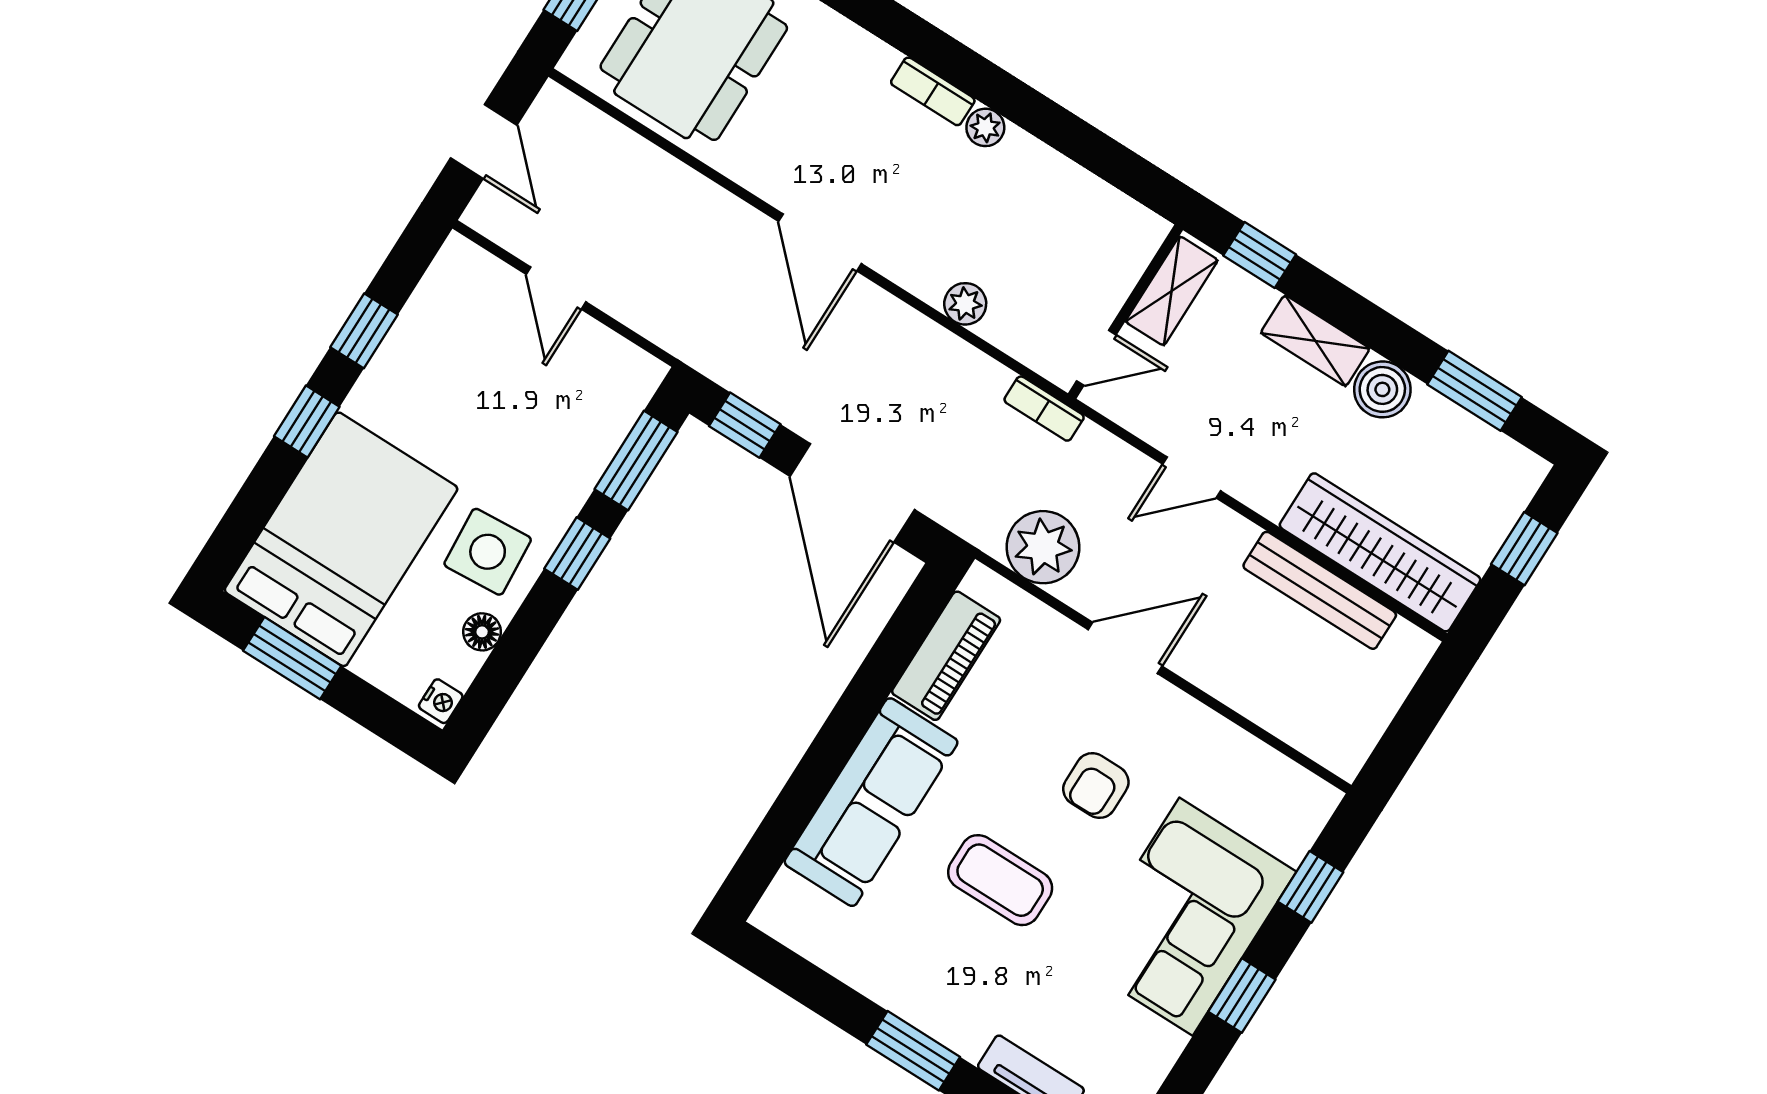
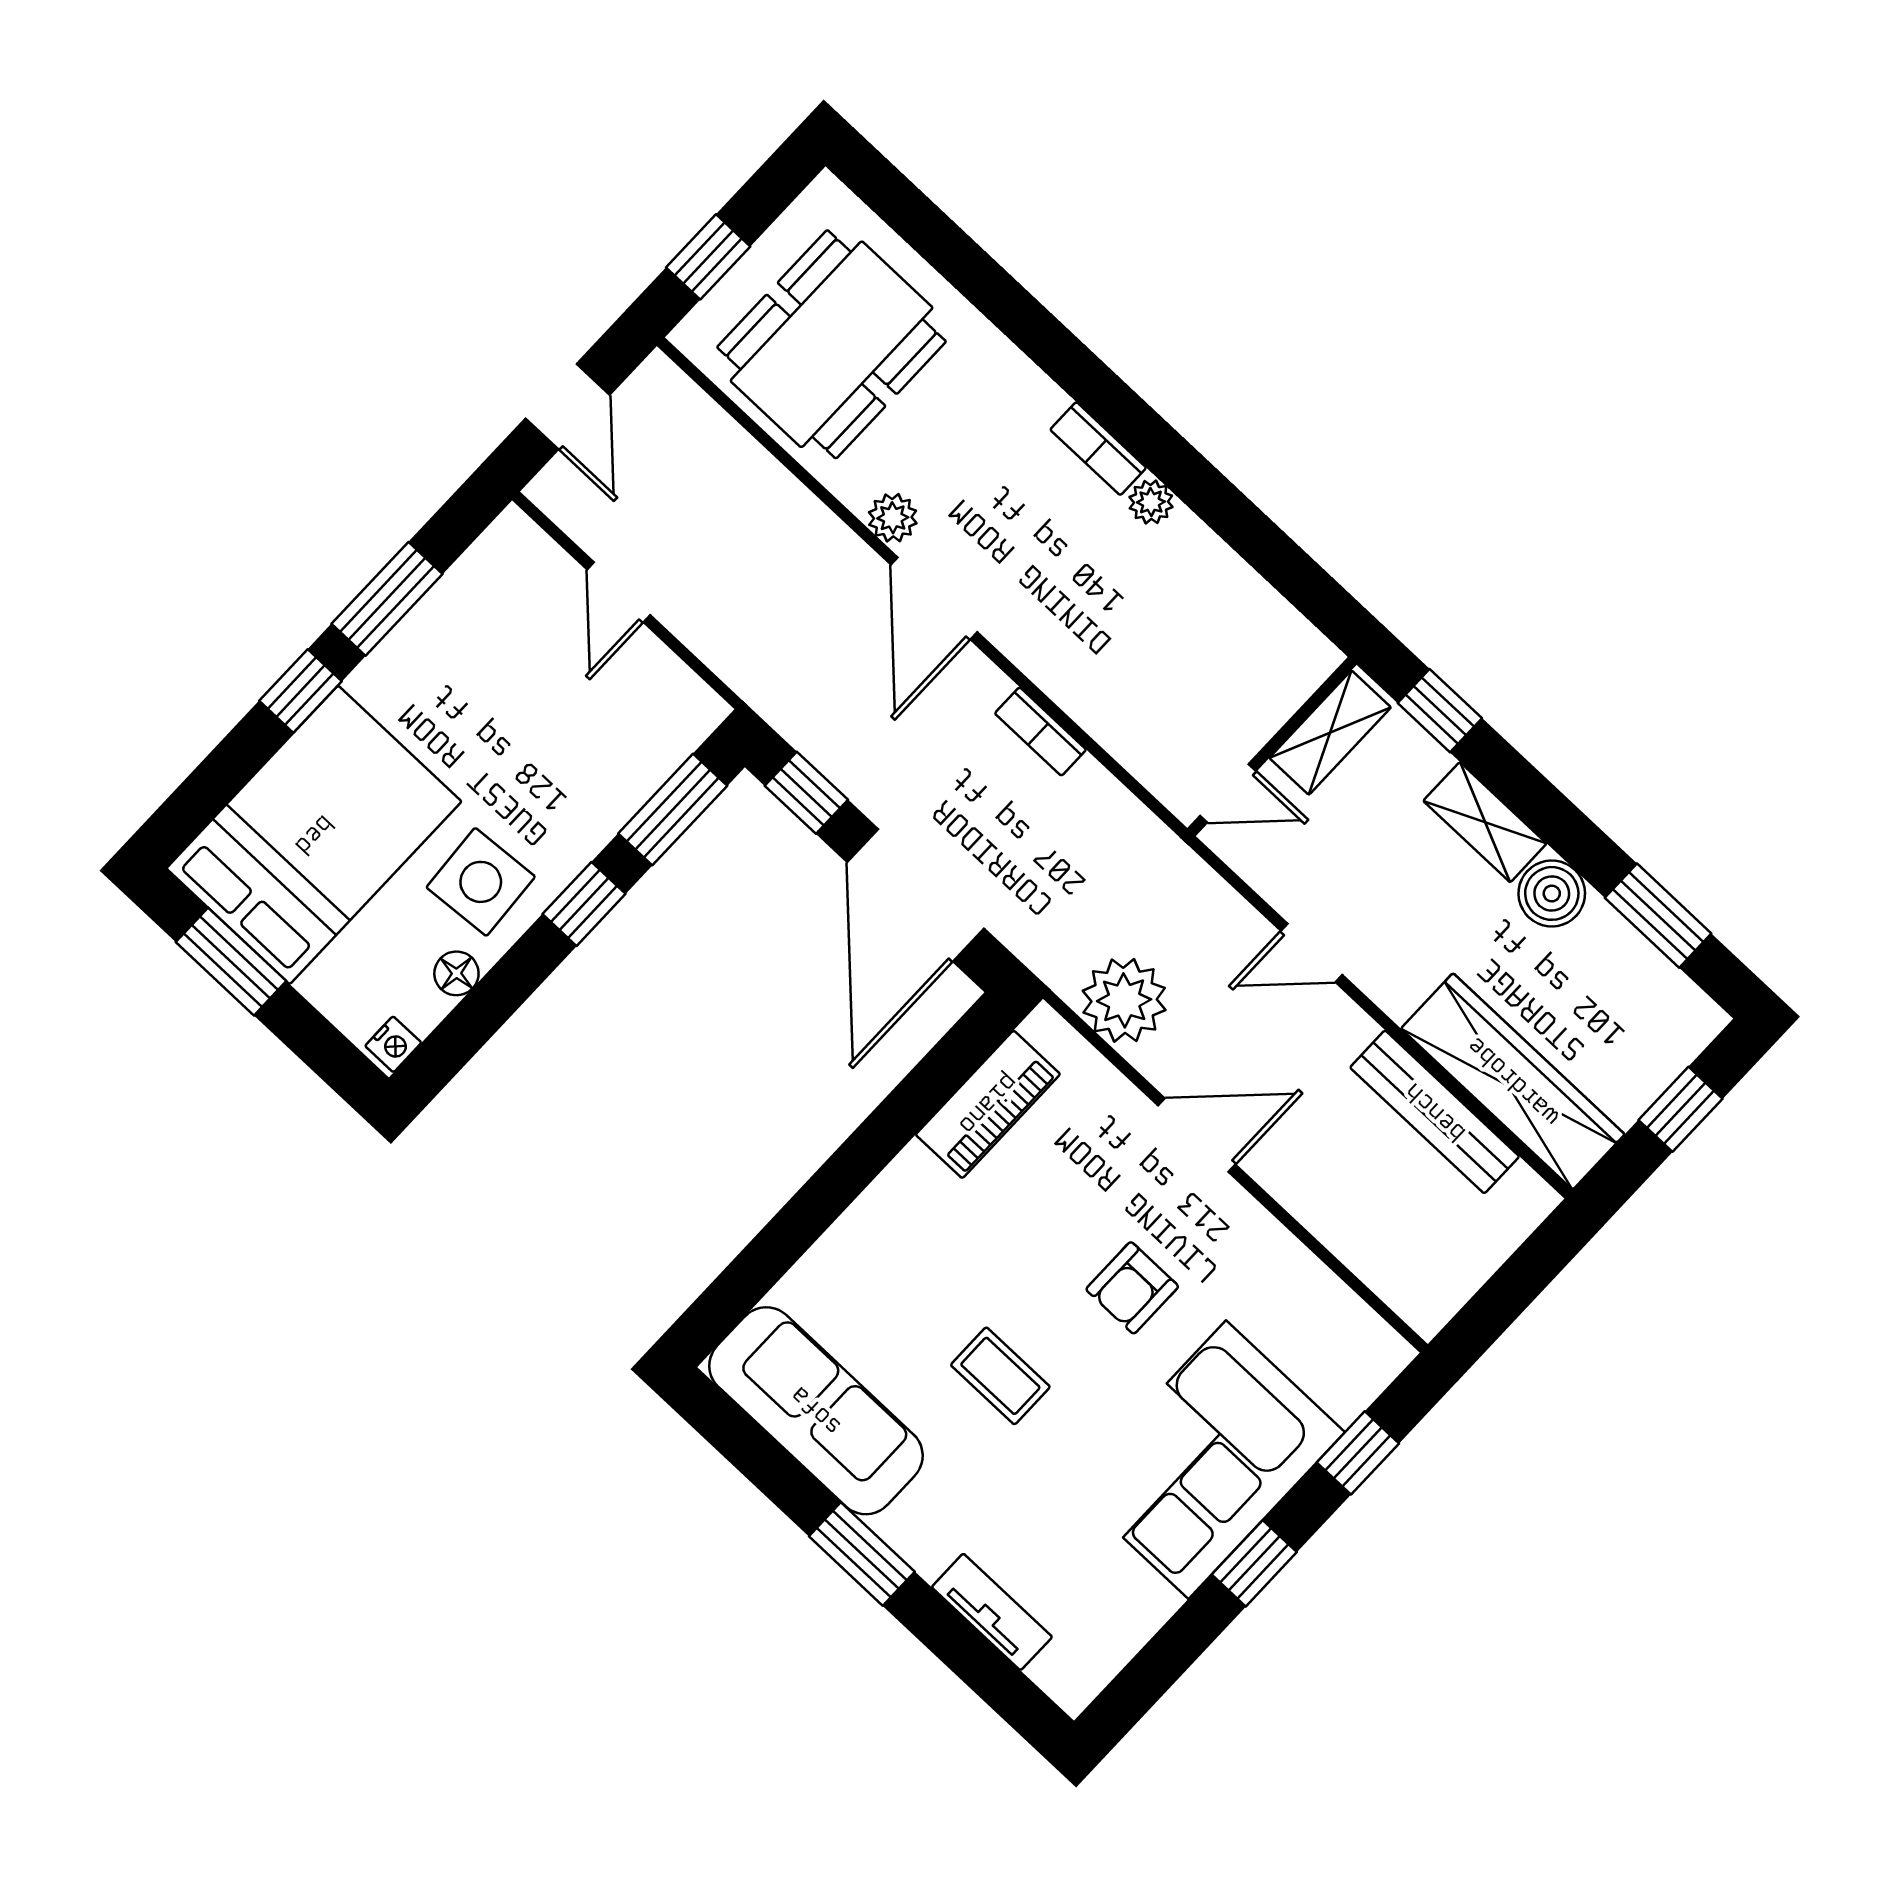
plant: (965, 304) -> (893, 518), moved
window: (364, 331) -> (387, 599), width x1.50
bookcase: (1044, 409) -> (1040, 731), moved
sofa: (871, 802) -> (816, 1411), moved, turned -90
coffee table: (1000, 880) -> (1000, 1376), width x0.73, depth x0.77

